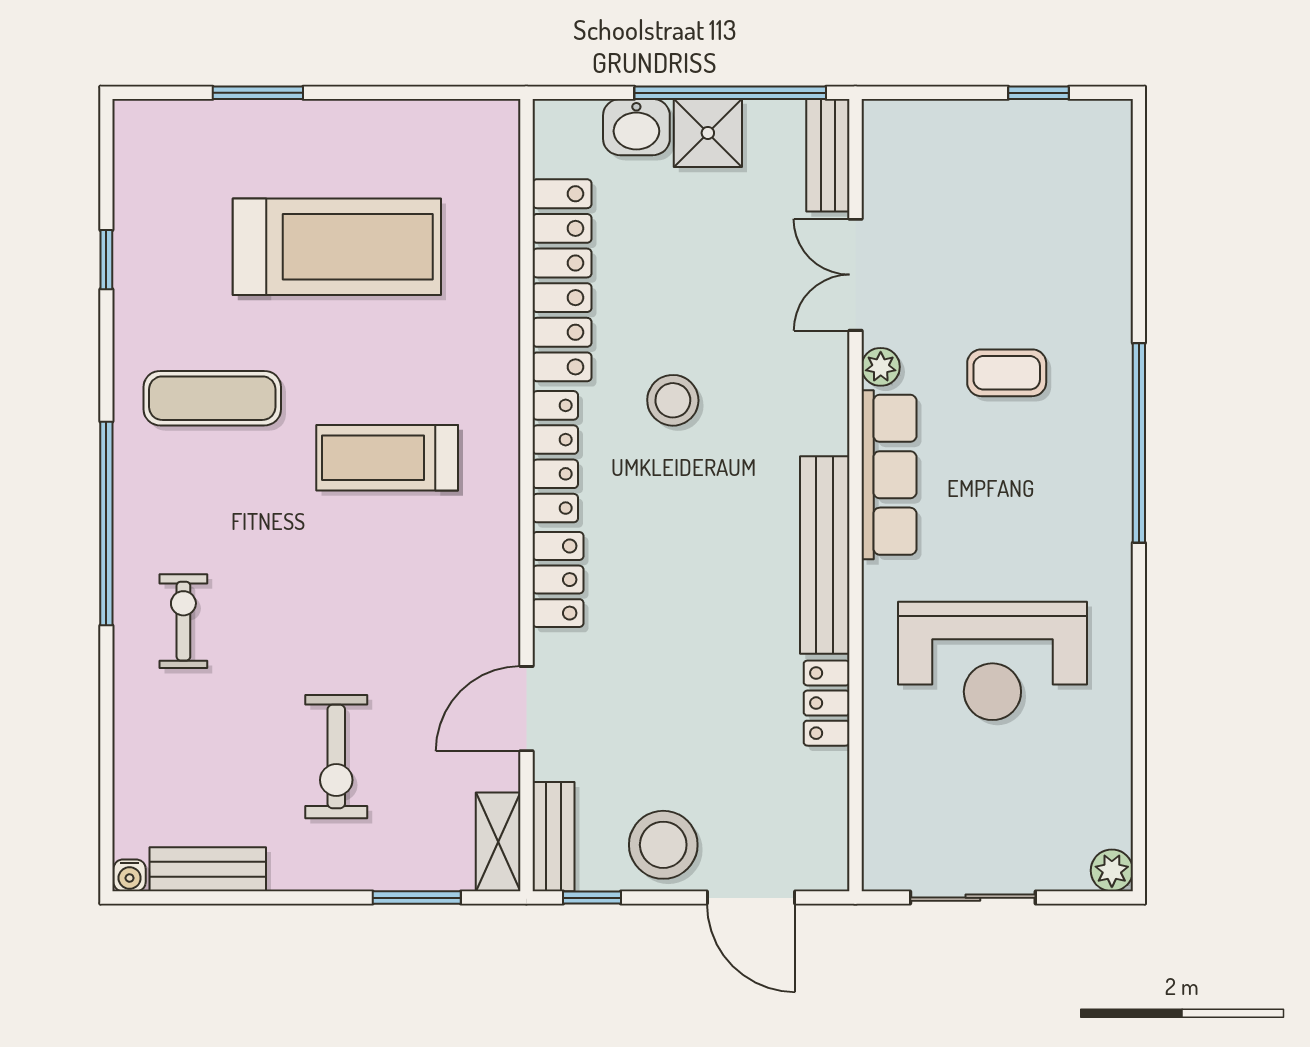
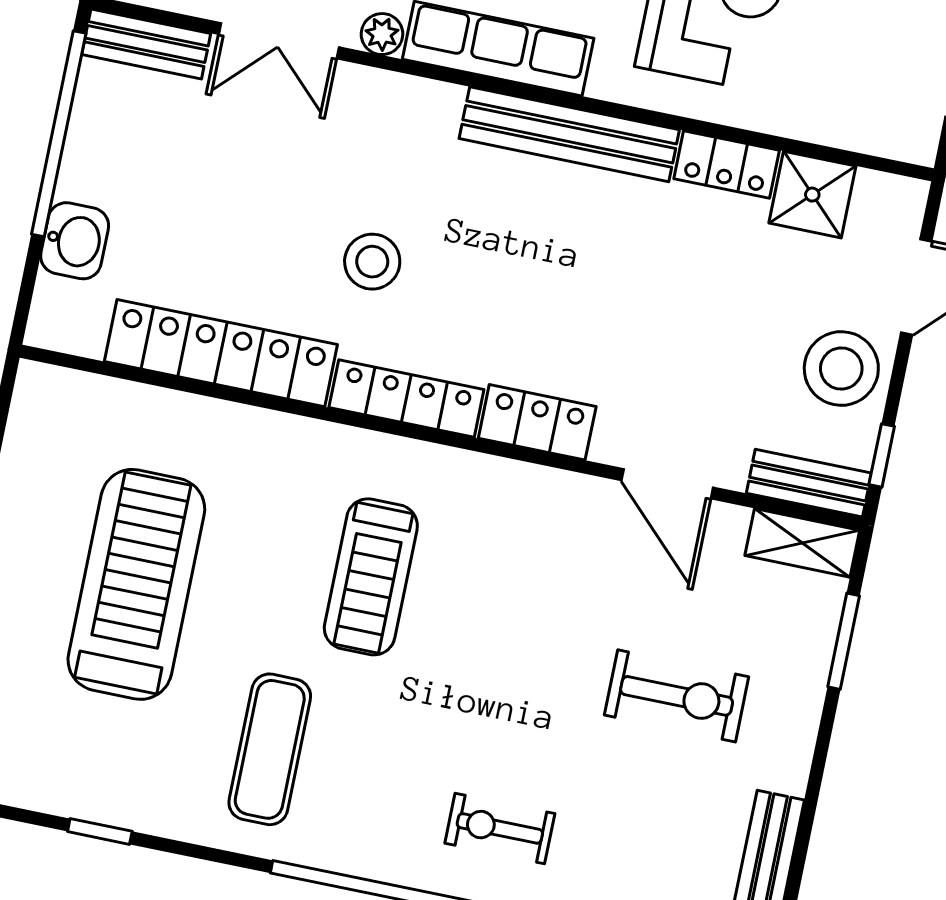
shower: (708, 133) -> (812, 195), moved

